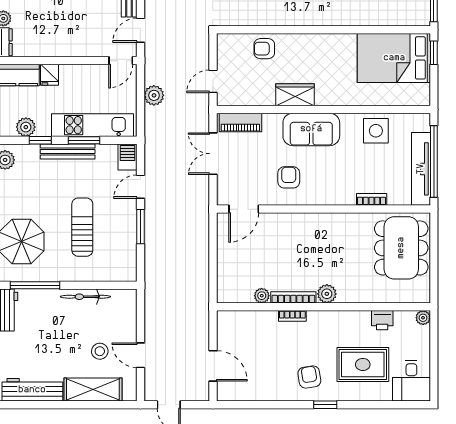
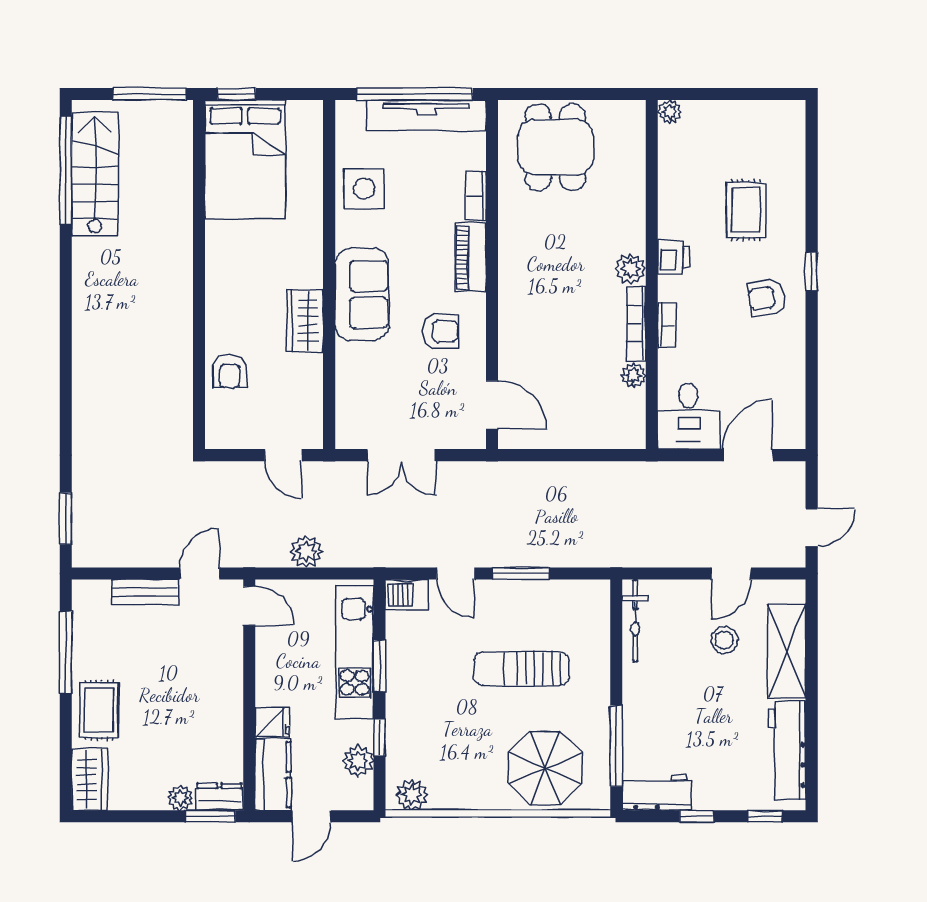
door: (140, 30) -> (200, 574), swing flipped
piano: (240, 123) -> (471, 257), moved, turned 180
bench: (68, 151) -> (398, 692), removed
armchair: (289, 177) -> (440, 331), turned 180
dining table: (401, 248) -> (555, 147), width x0.73
bicycle: (85, 297) -> (635, 620), moved
printer: (382, 320) -> (674, 257), moved
rug: (363, 364) -> (746, 210), width x0.73, depth x0.70
desk: (411, 381) -> (689, 416), moved, turned 90

